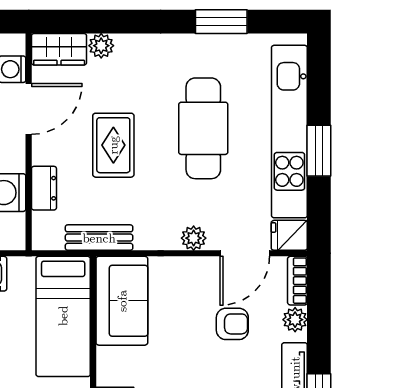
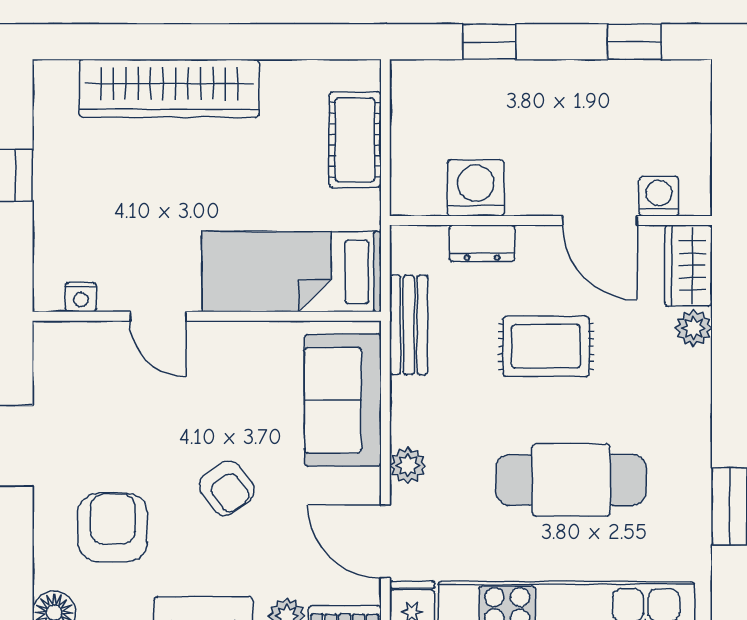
sofa: (122, 301) -> (343, 400), moved, turned 90
armchair: (232, 324) -> (227, 488), moved, turned -36

